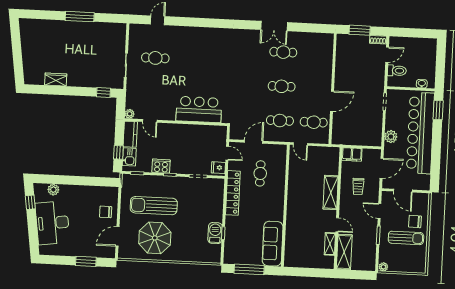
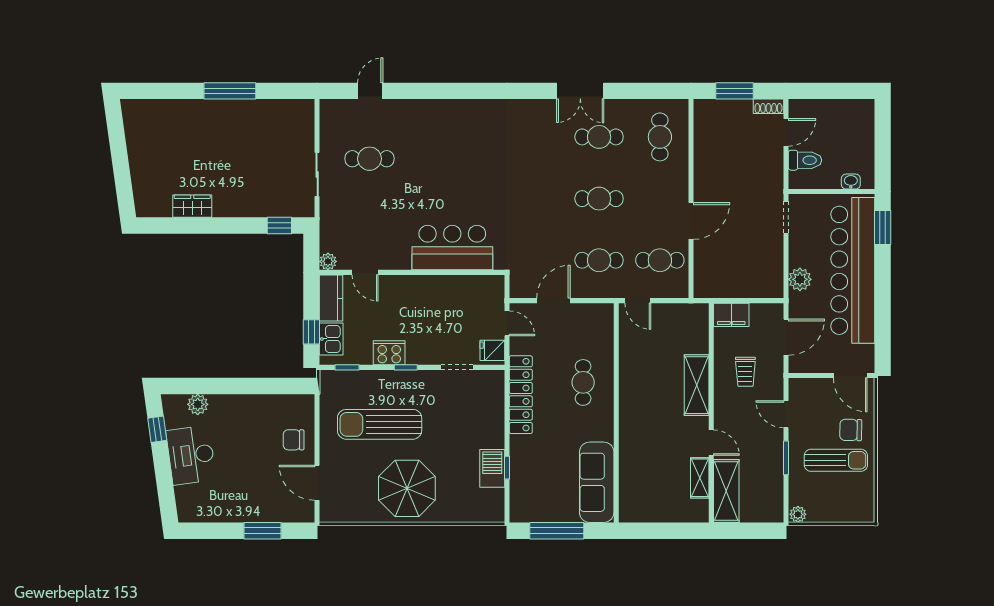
cafe table: (317, 54) -> (660, 137), added
cafe table: (260, 173) -> (583, 382), moved
door: (403, 191) -> (850, 375), moved
desk: (52, 223) -> (191, 455), width x0.73, depth x0.77
door: (117, 236) -> (317, 483), hinge flipped
parasol: (155, 238) -> (407, 488), moved

